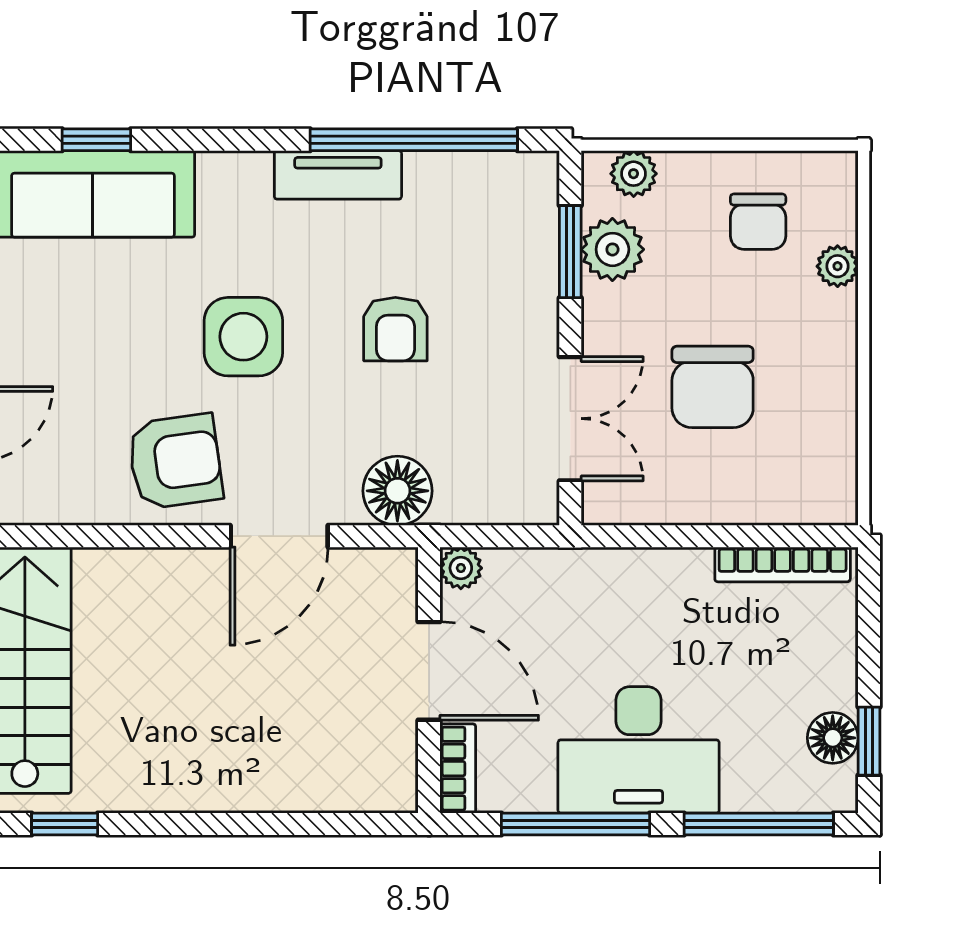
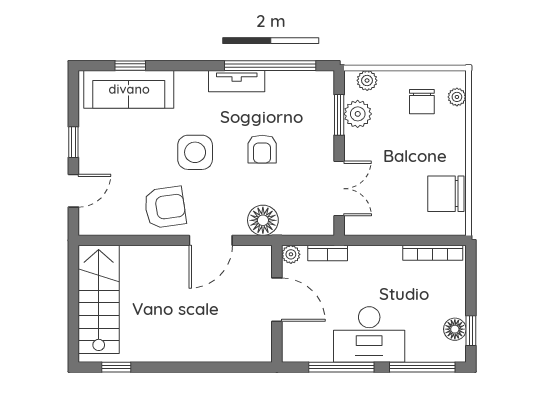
plant: (838, 266) -> (457, 97), moved
chair: (713, 387) -> (446, 194), moved, turned 90
bookcase: (458, 769) -> (328, 253), moved, turned 90

